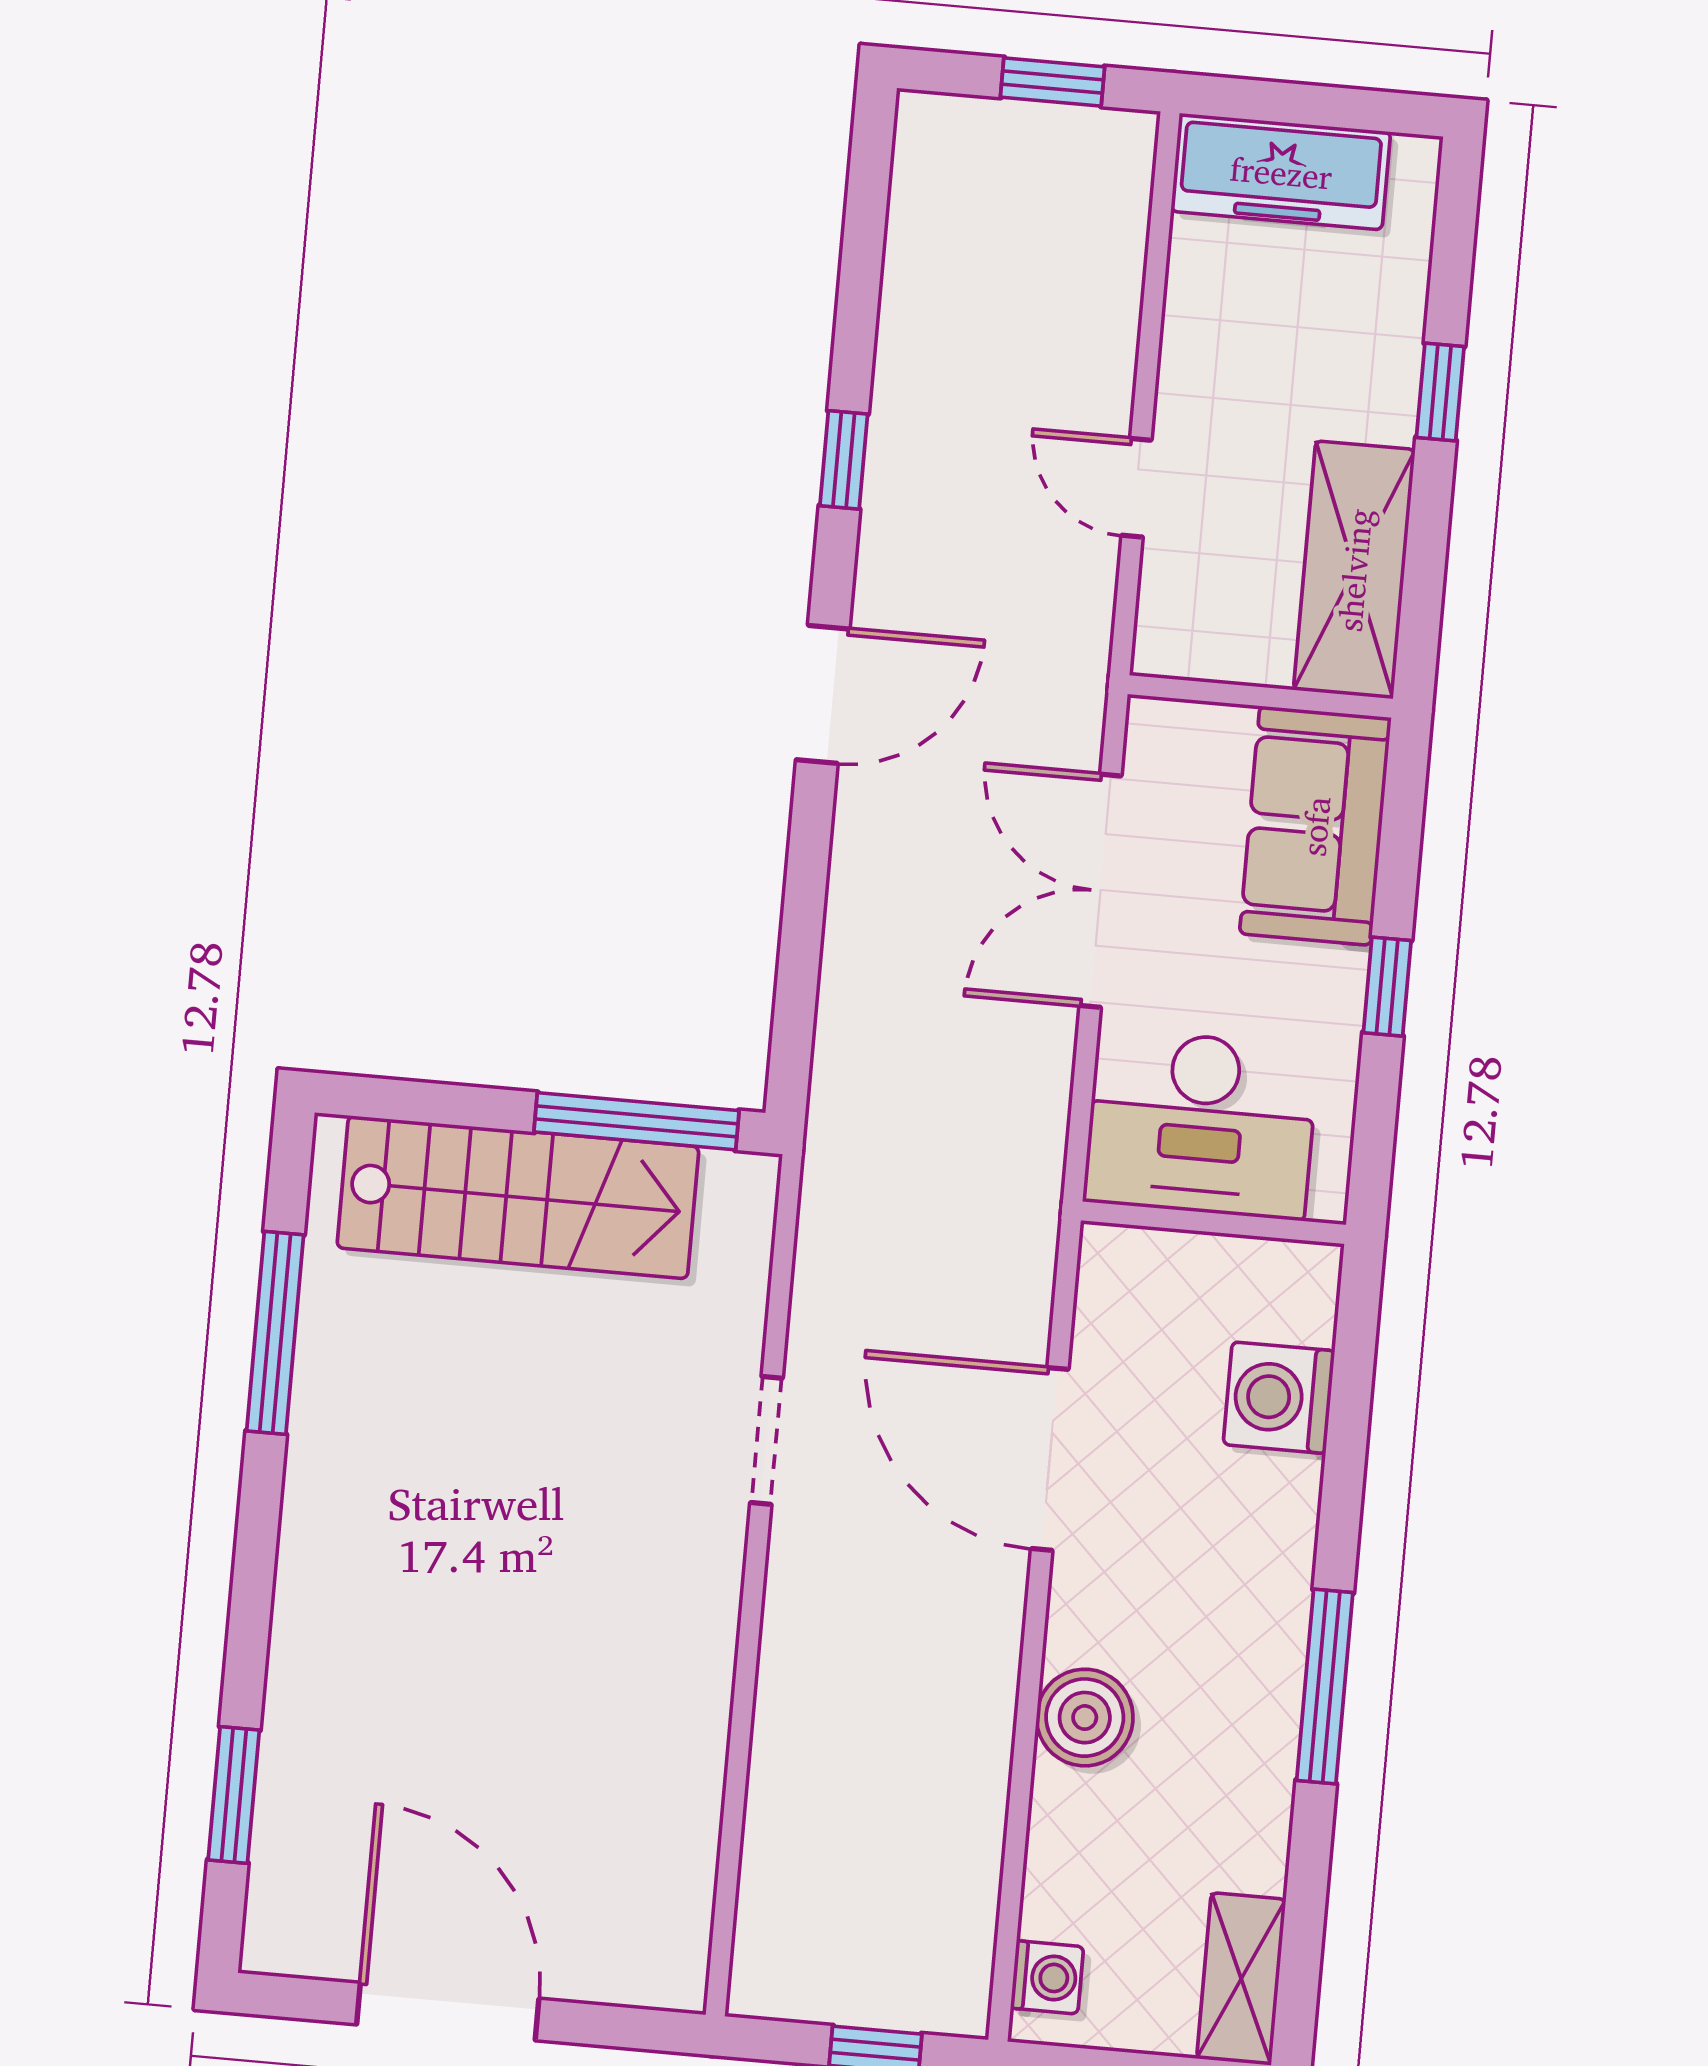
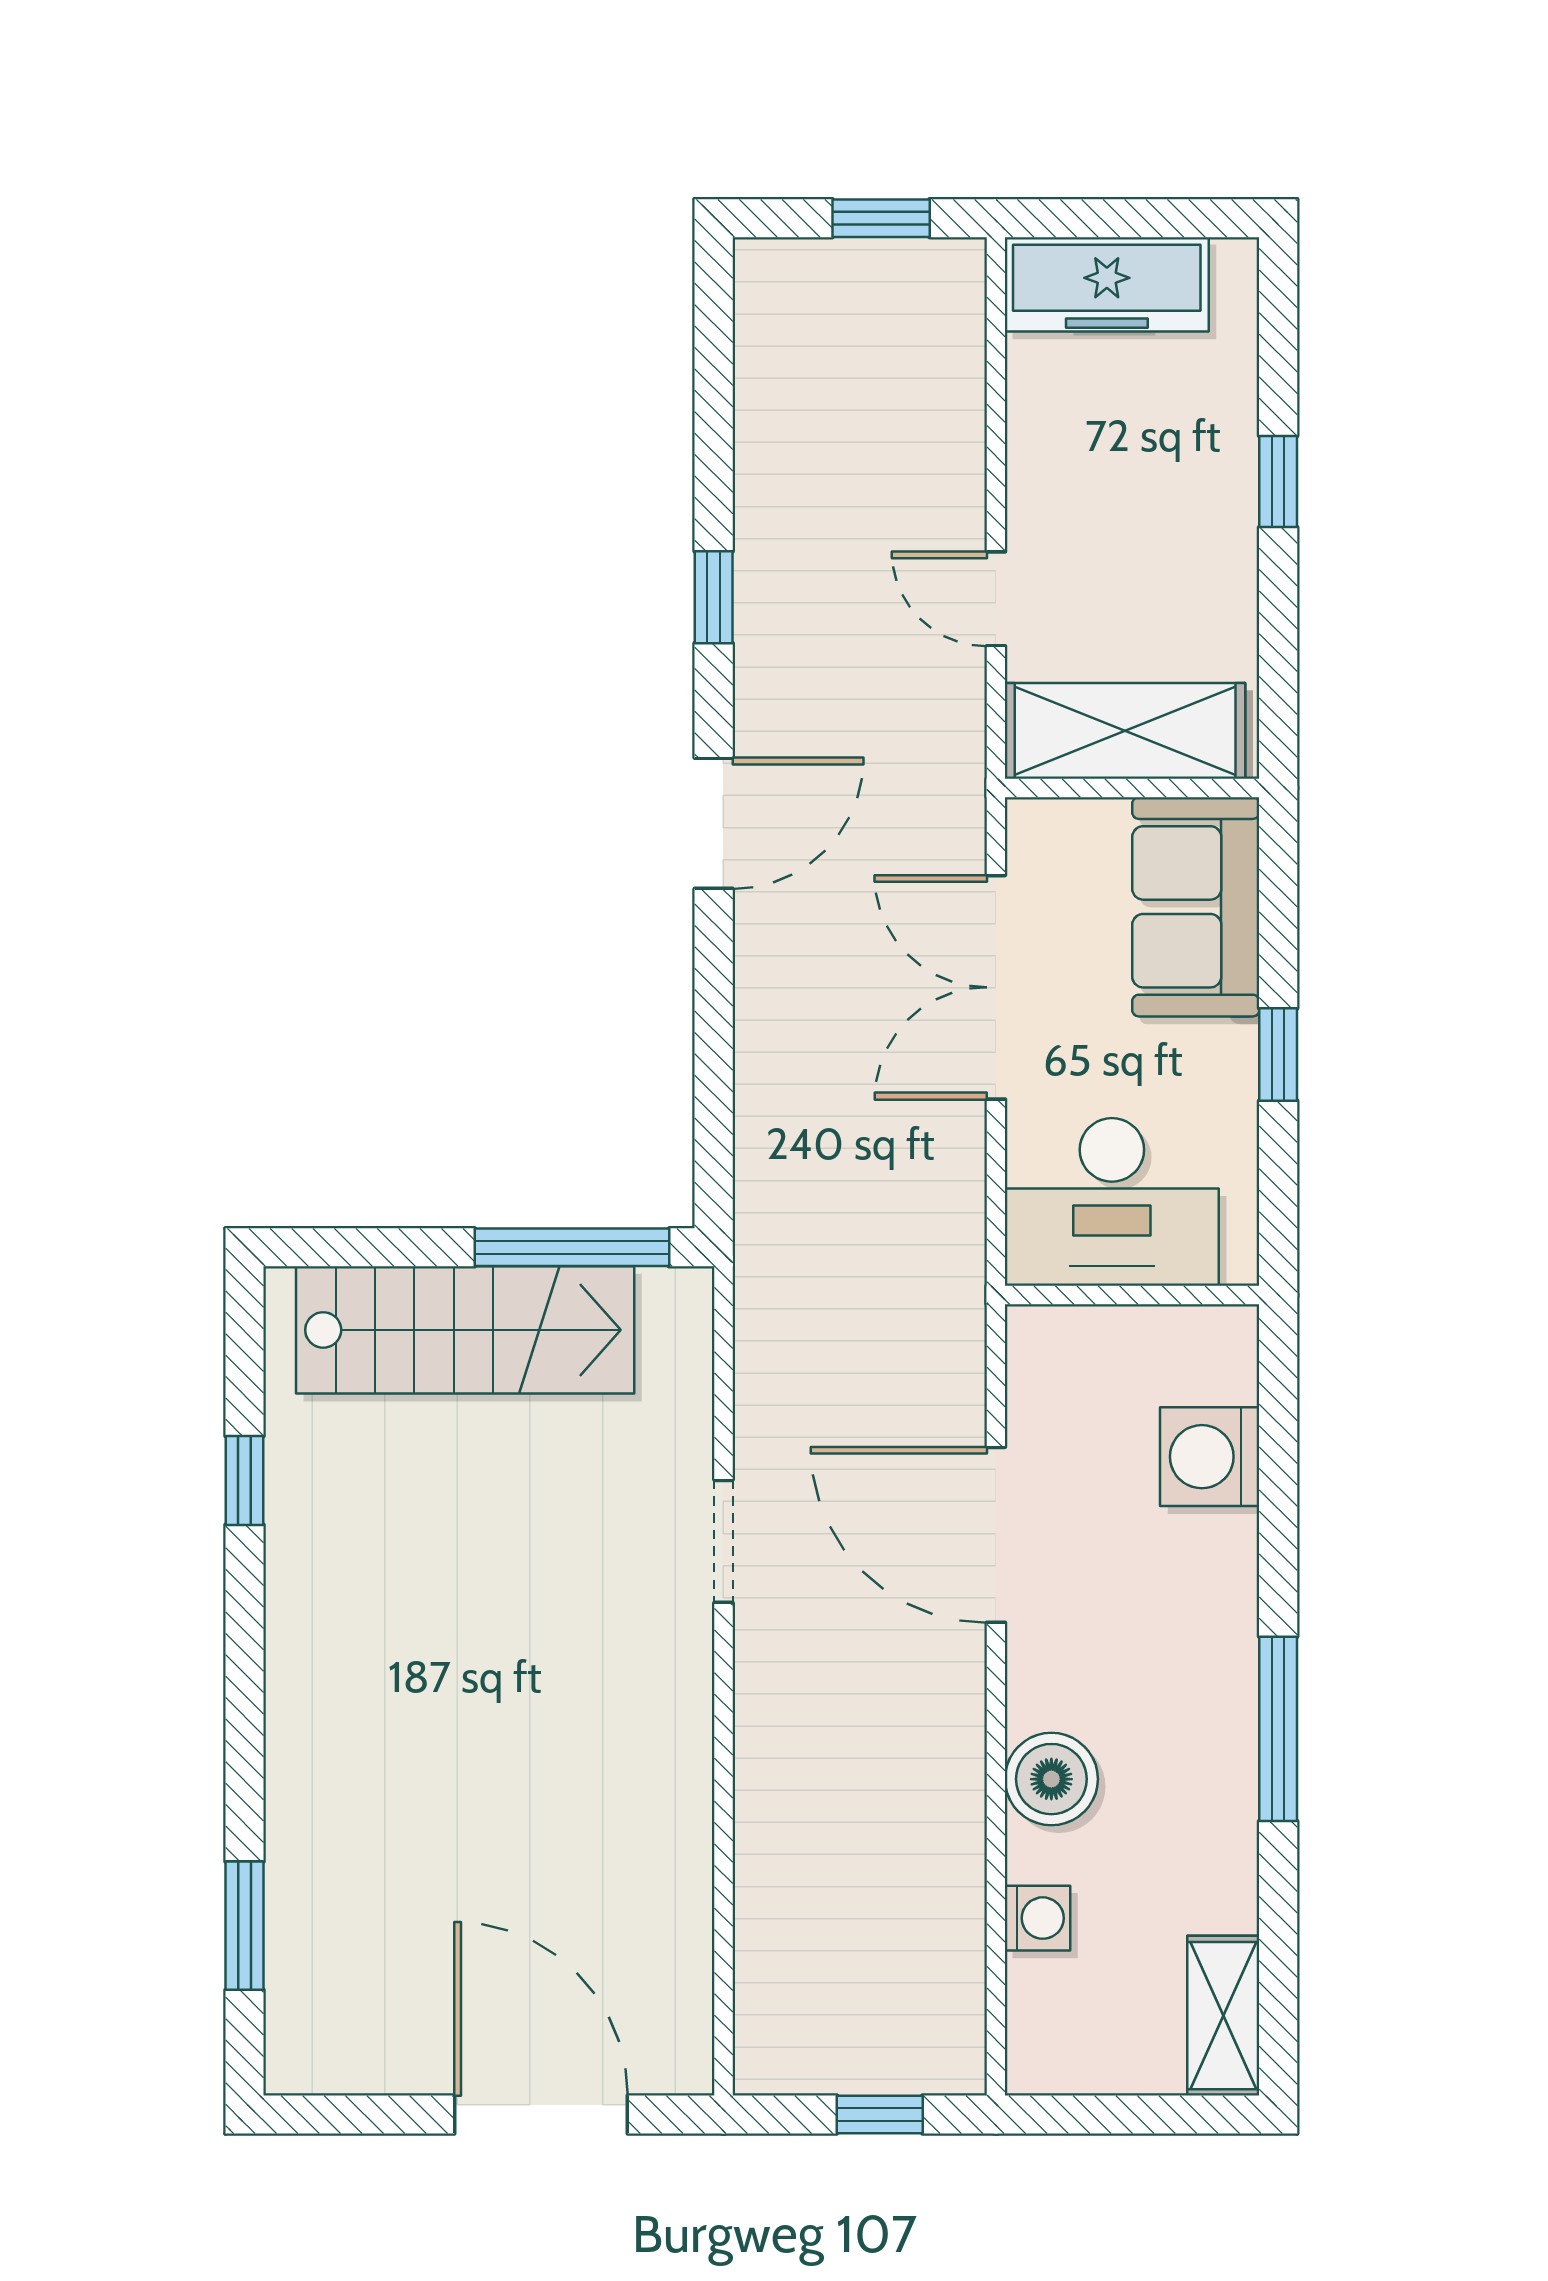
shelving: (1354, 570) -> (1125, 731), moved, turned 90
window: (275, 1333) -> (245, 1480), width x0.46
washing machine: (1047, 1977) -> (1038, 1918), moved
door: (448, 2012) -> (541, 2114), moved

